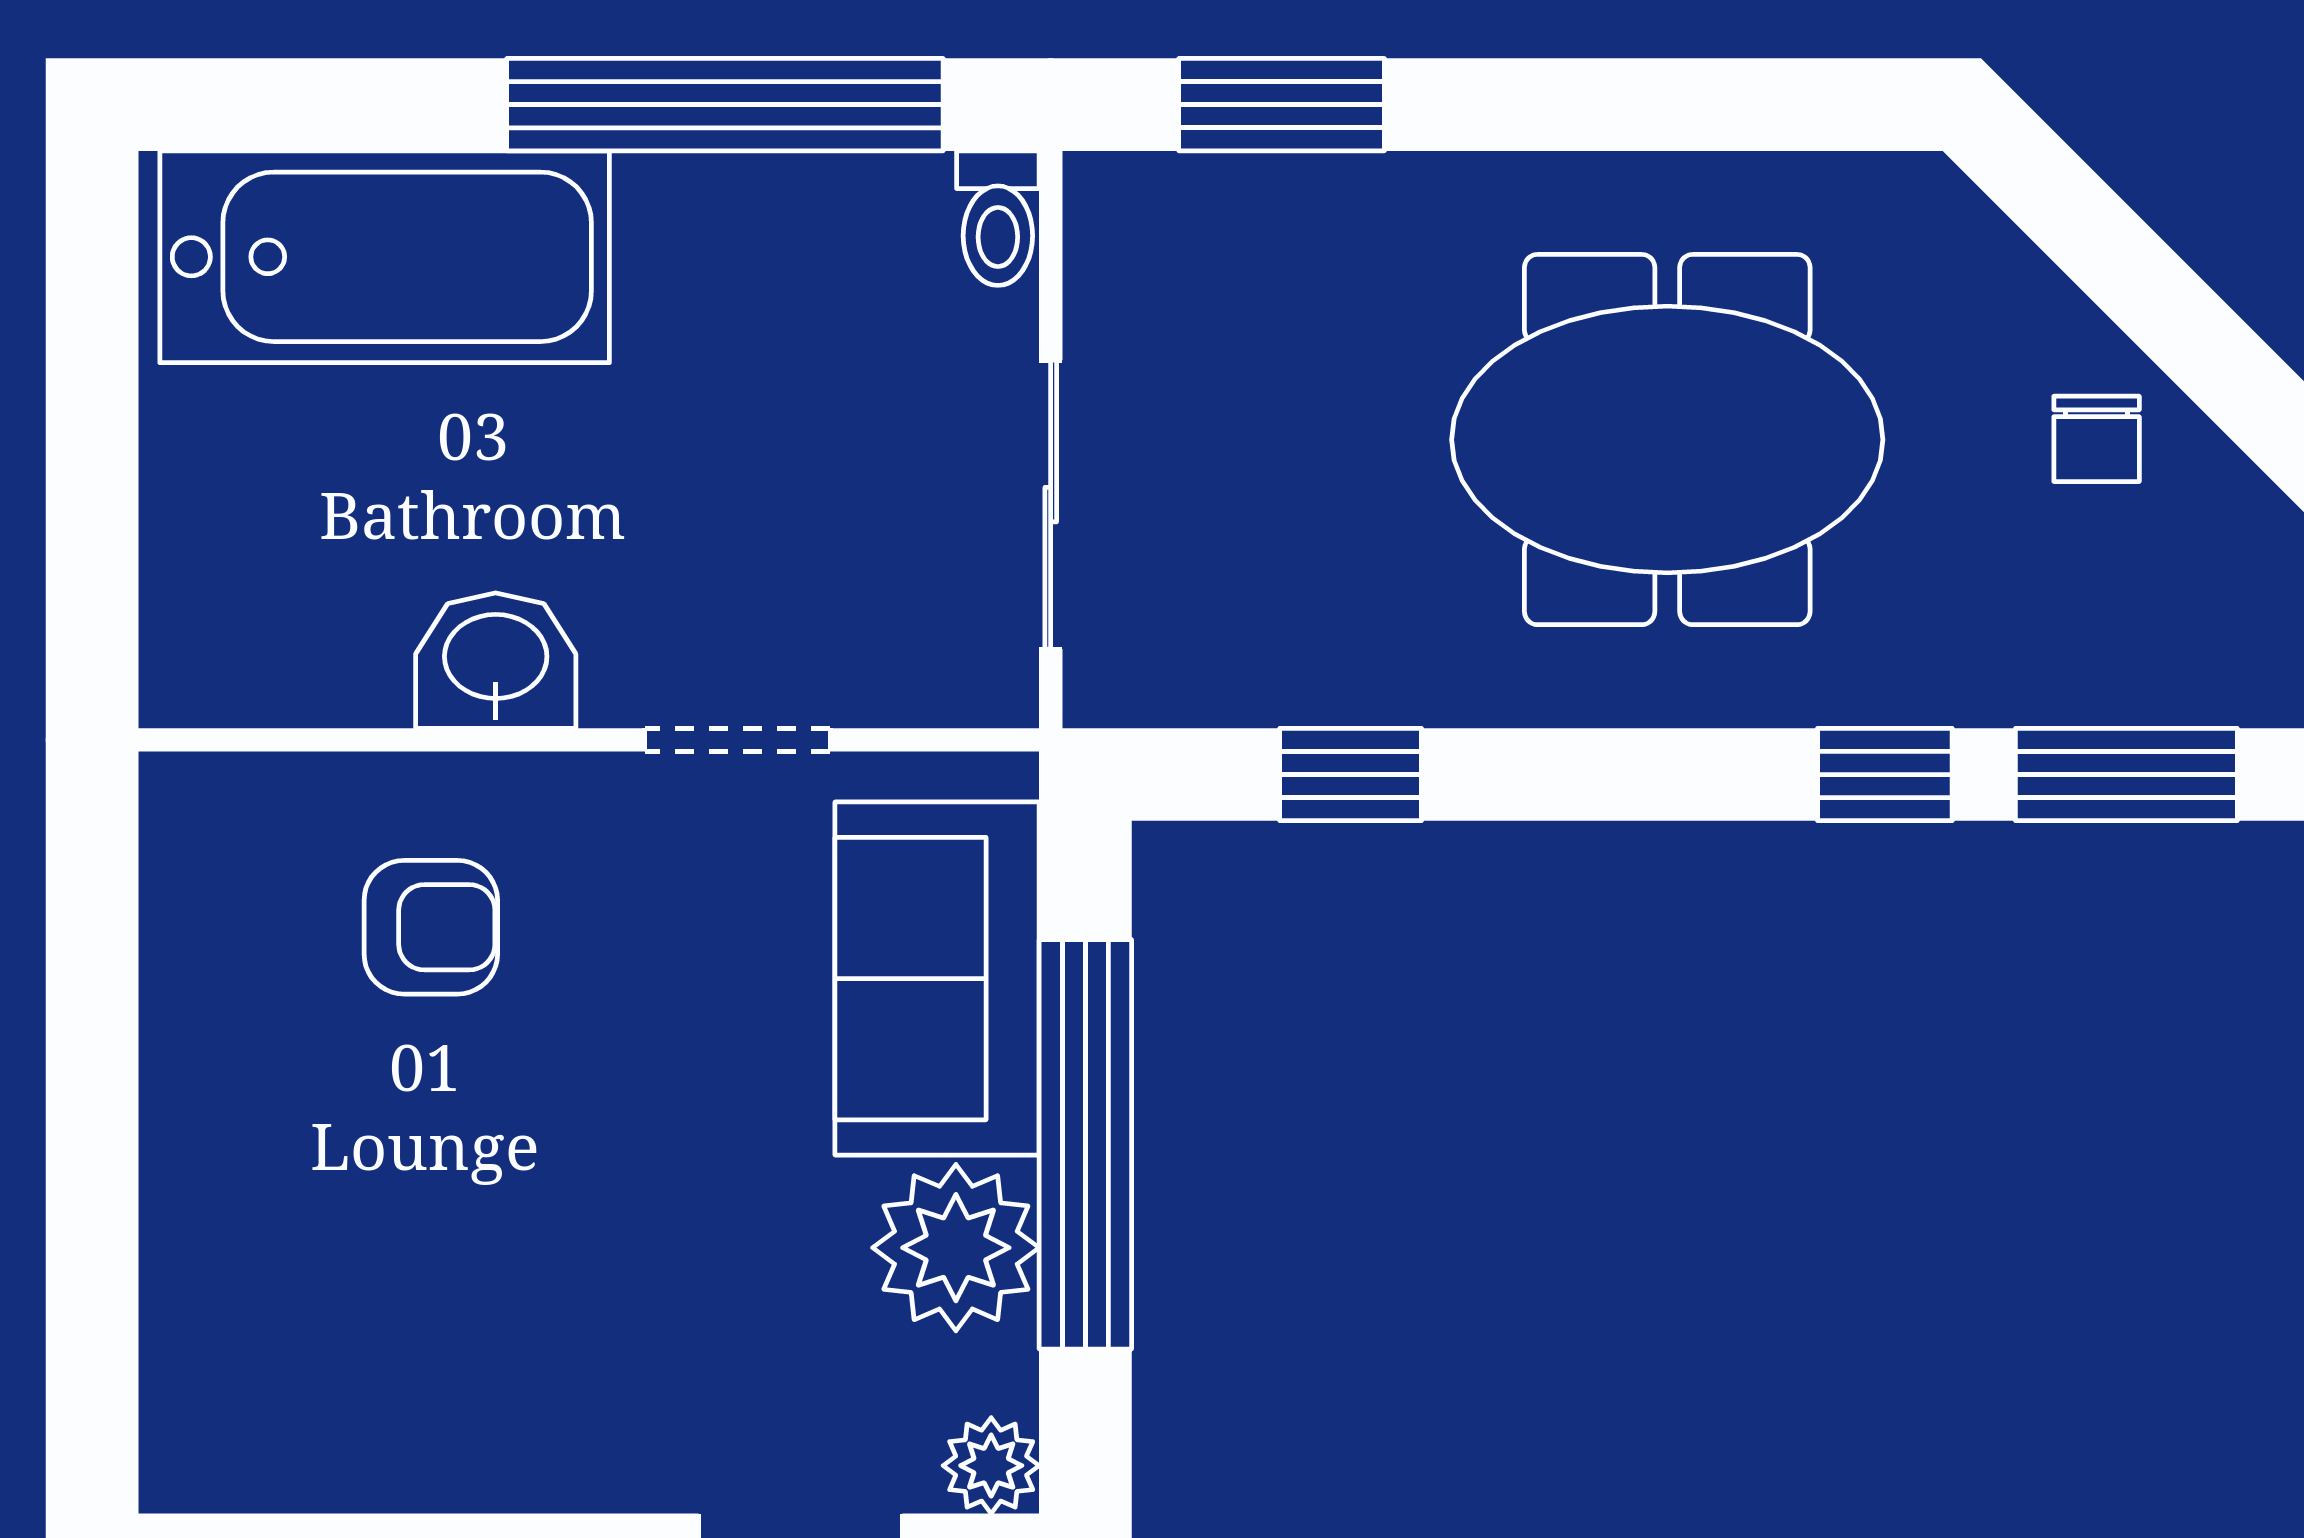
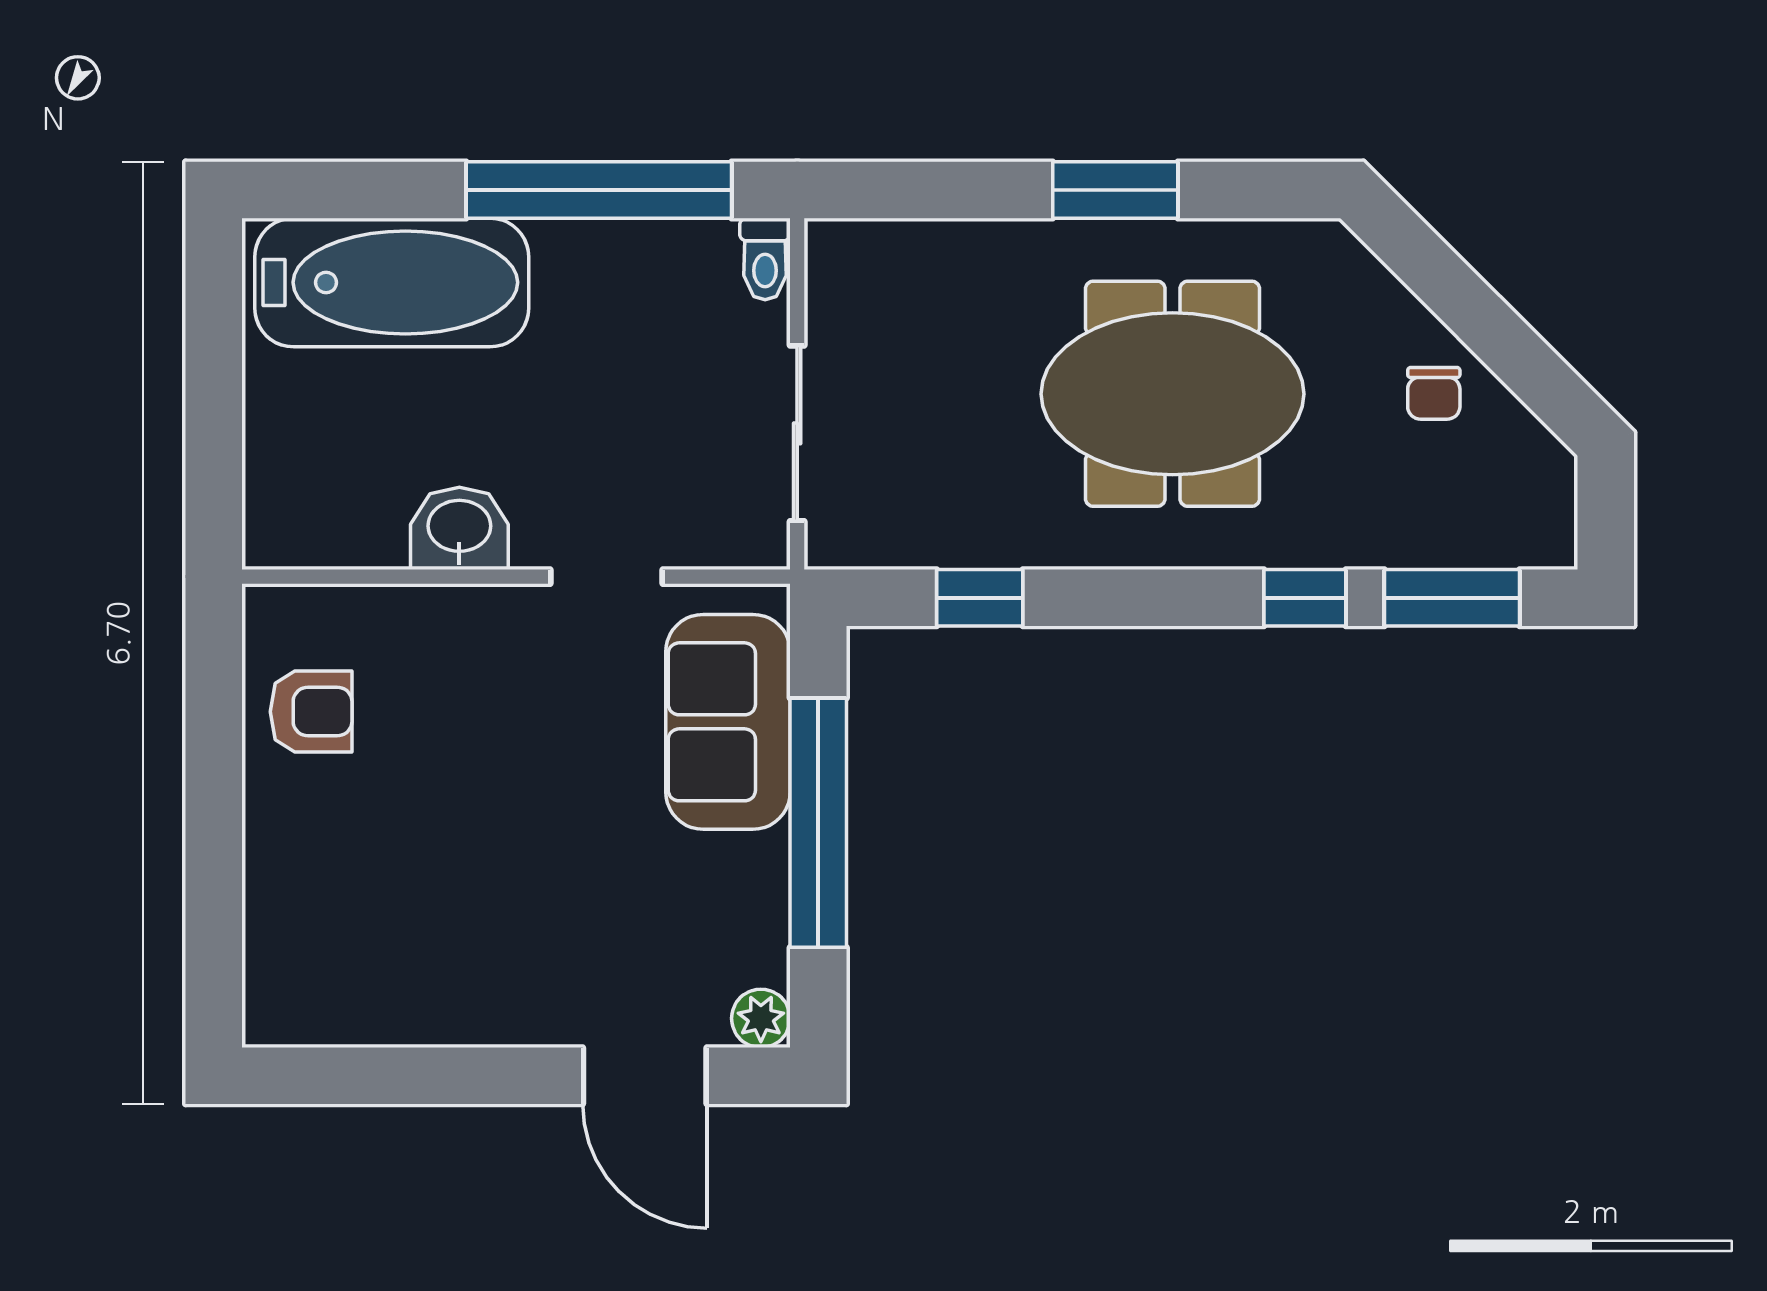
window: (1282, 105) -> (1115, 190), moved
armchair: (431, 927) -> (311, 712), moved
plant: (956, 1248) -> (739, 886), removed

